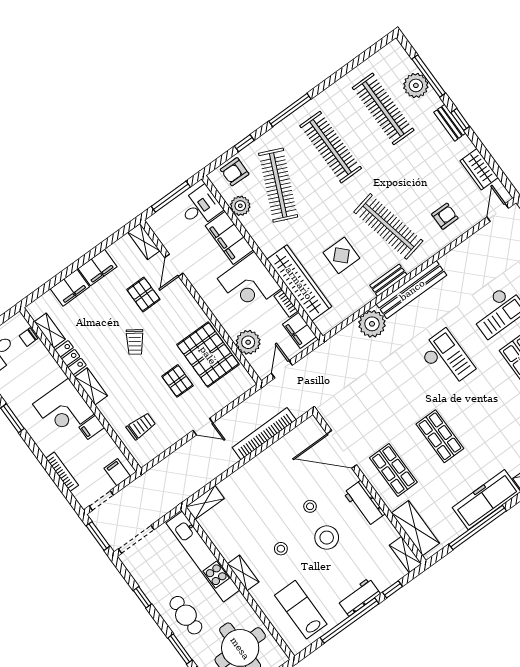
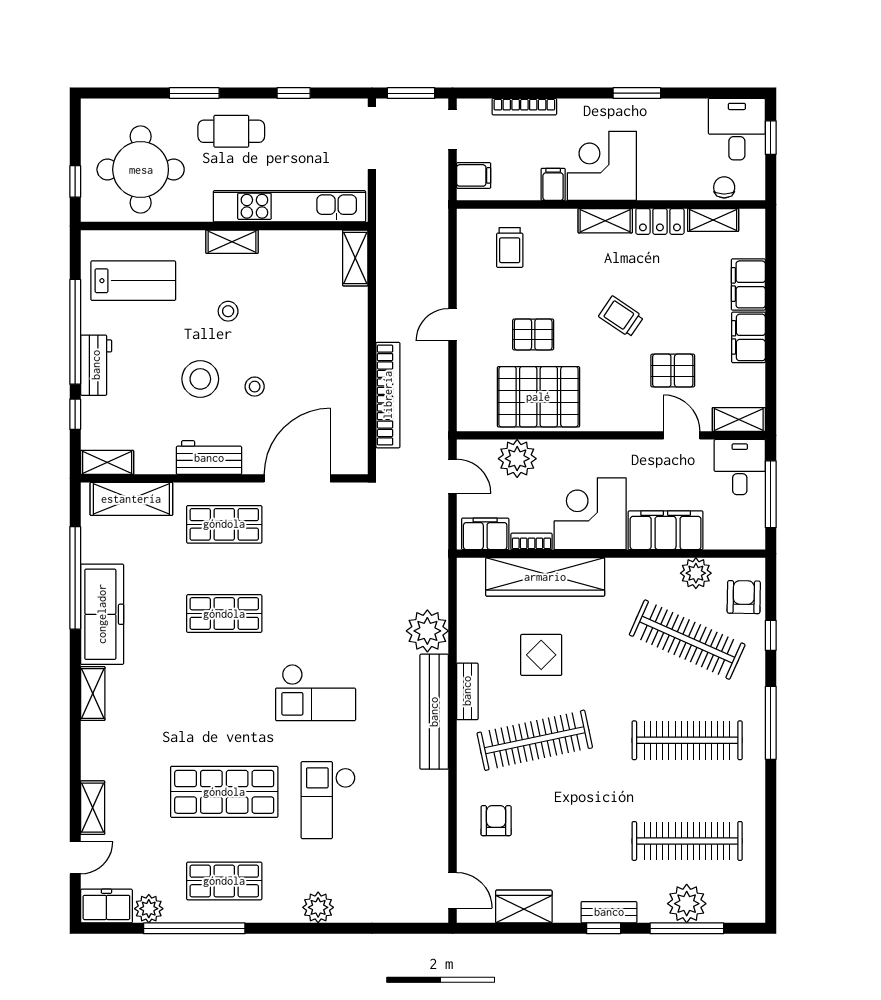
desk: (200, 207) -> (740, 467), moved, turned 180
armchair: (445, 216) -> (496, 821), turned 180

